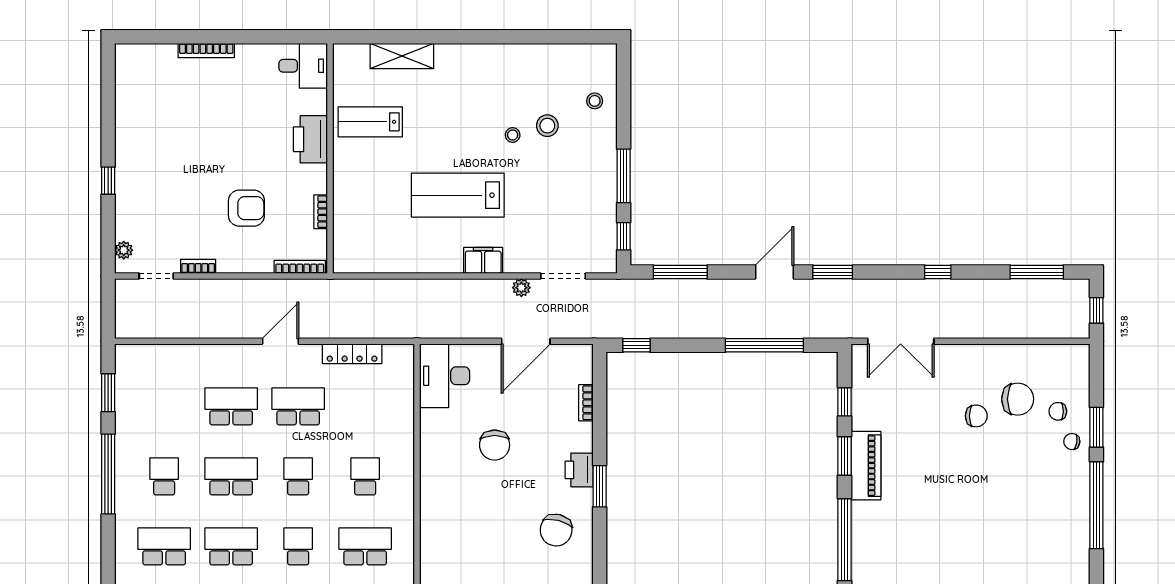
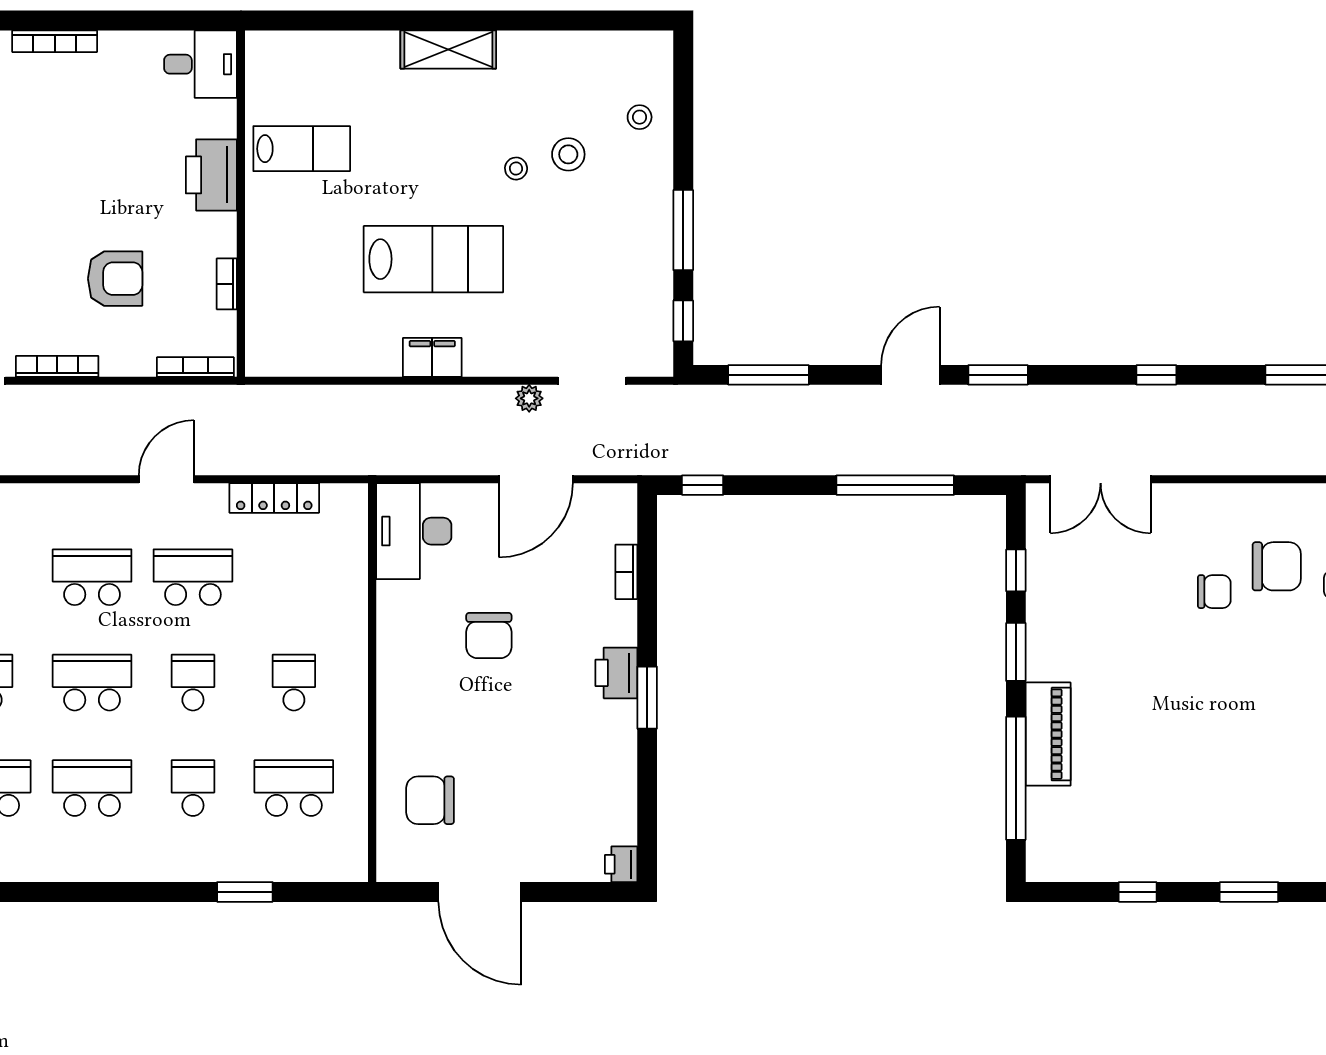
shelving: (402, 56) -> (448, 50), moved
lab bench: (370, 122) -> (302, 149), turned 180
lab bench: (458, 195) -> (433, 259), turned 180
filing cabinet: (483, 260) -> (432, 357), moved
bookcase: (198, 266) -> (57, 366), width x1.56
piano: (866, 466) -> (1048, 734), moved
chair: (556, 530) -> (430, 800), moved, turned 76

